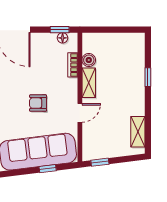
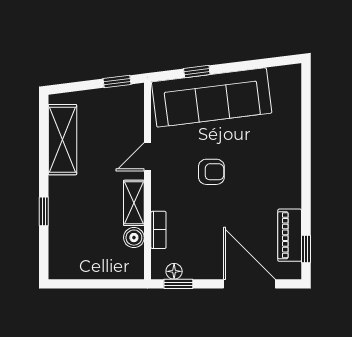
shelving: (138, 132) -> (62, 140), width x1.50, depth x1.33

